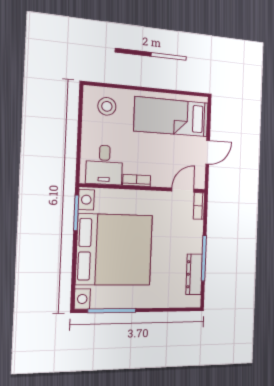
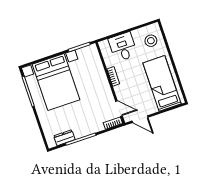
door: (208, 152) -> (140, 119), moved
desk: (104, 165) -> (123, 47), moved, turned 90
bed with nightstands: (114, 250) -> (56, 82), width x0.73
dresser: (194, 274) -> (64, 138), width x0.70

